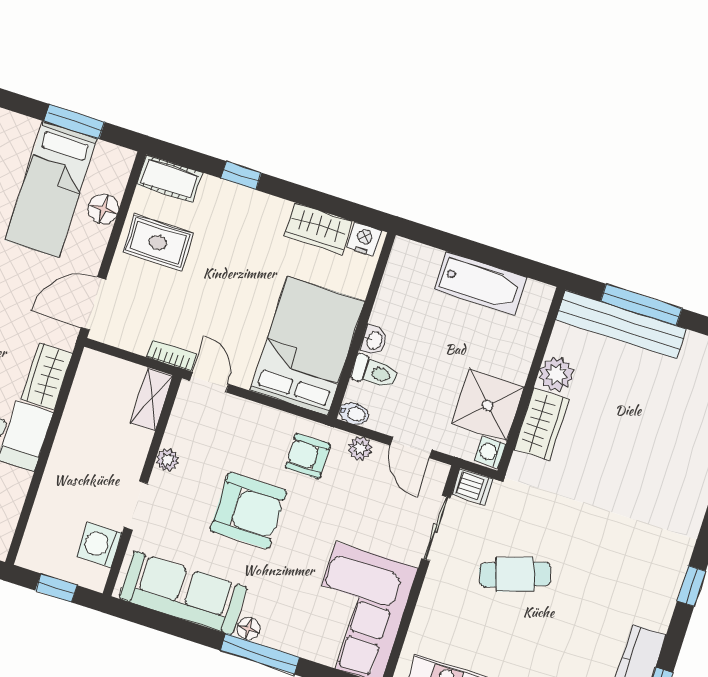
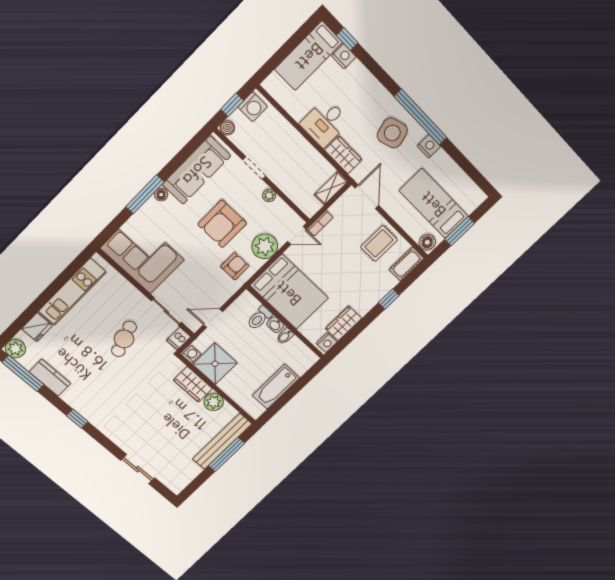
floor lamp: (103, 209) -> (427, 242), moved
shelving: (152, 399) -> (331, 188), moved, turned 90
bidet: (354, 414) -> (285, 336), moved
plant: (360, 448) -> (265, 246), moved, width x1.87, depth x1.87
washing machine: (99, 545) -> (253, 107), moved, turned 90
boiler: (95, 578) -> (227, 128), added

